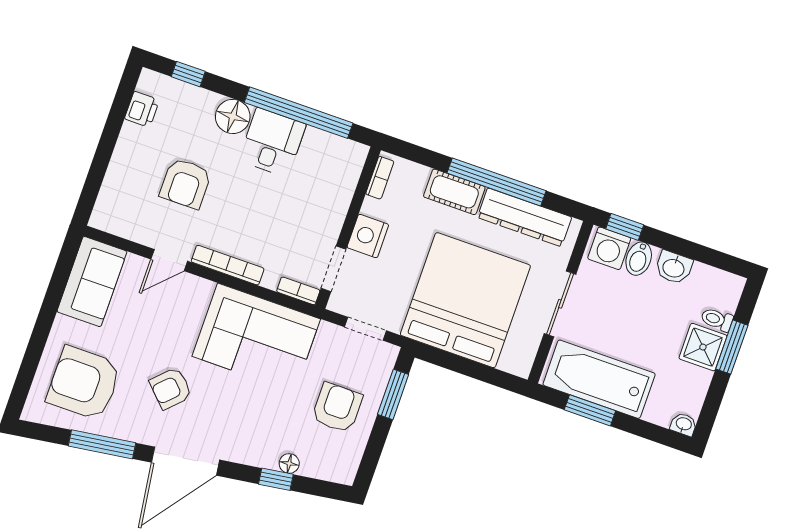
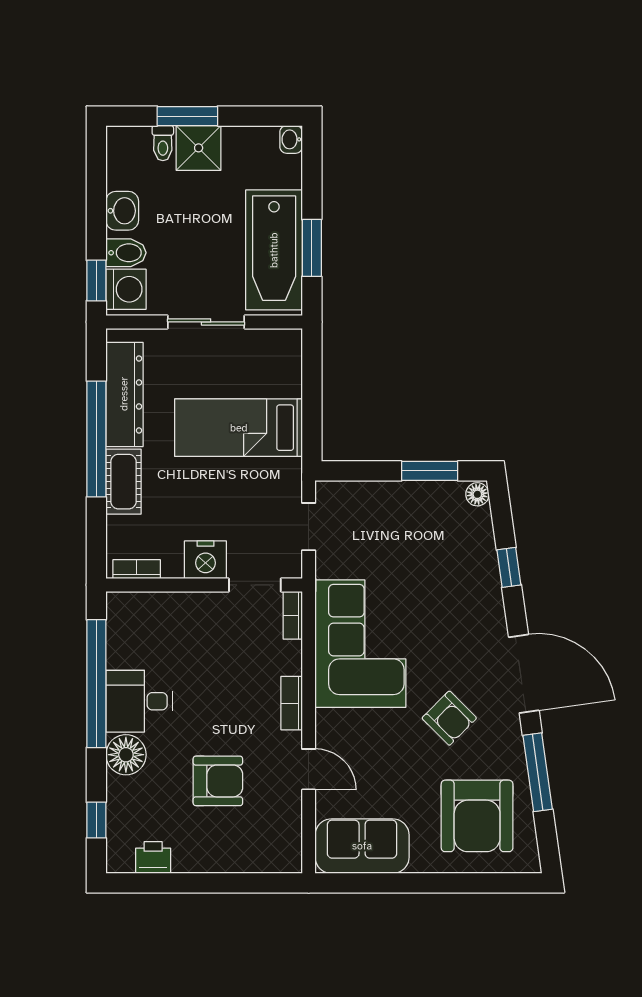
bookcase: (228, 265) -> (292, 703), width x0.64
bed: (465, 300) -> (239, 428), width x0.49
window: (393, 394) -> (430, 471), moved
armchair: (337, 408) -> (406, 528), removed
floor lamp: (289, 463) -> (477, 494), moved

